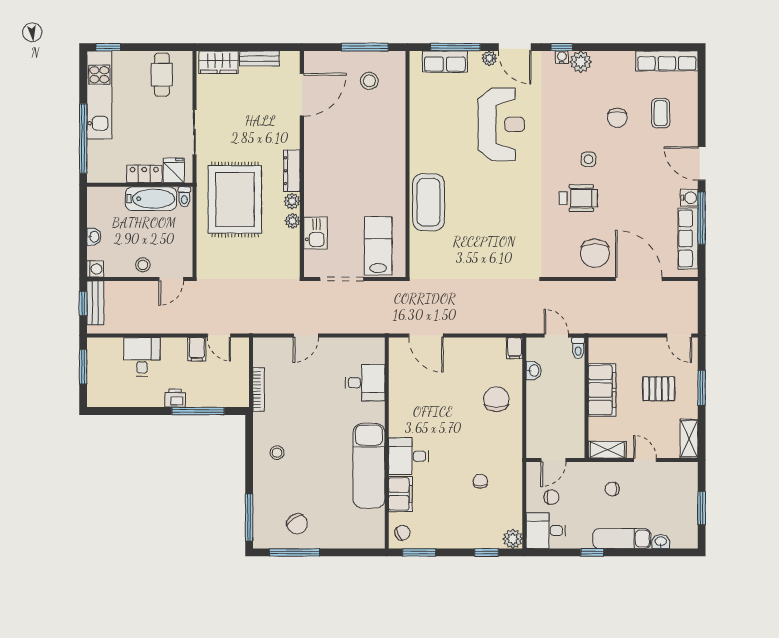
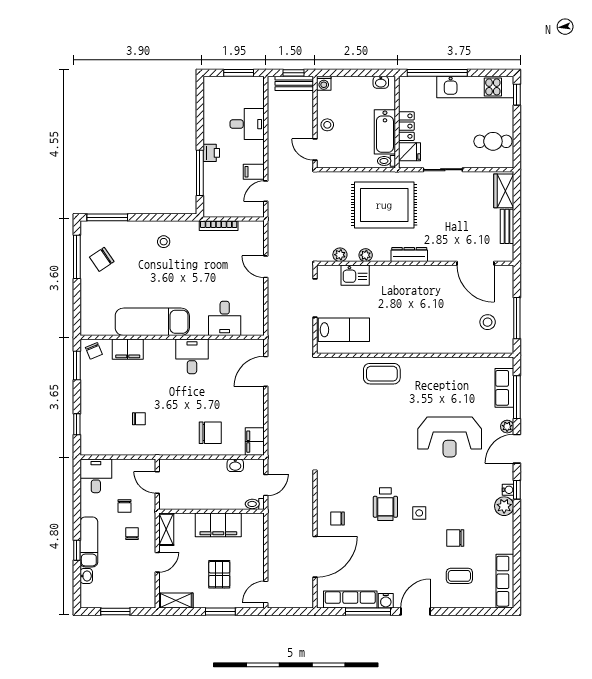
plant: (292, 201) -> (340, 255), moved
coffee table: (429, 202) -> (382, 374), width x0.73, depth x0.76
washbasin: (94, 237) -> (381, 82), moved
chair: (595, 253) -> (337, 519), width x0.54, depth x0.54
filing cabinet: (514, 348) -> (255, 442), width x2.00
desk: (409, 456) -> (192, 356), moved
chair: (551, 497) -> (124, 506), moved
plant: (513, 539) -> (89, 447), removed
window: (592, 552) -> (77, 550), moved

